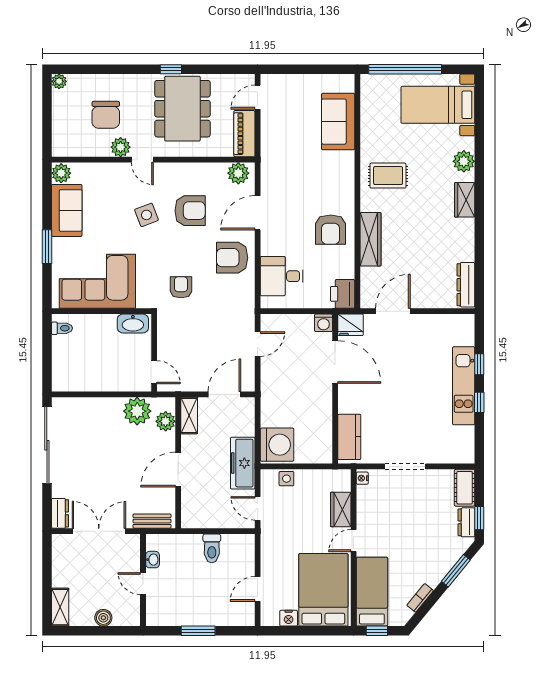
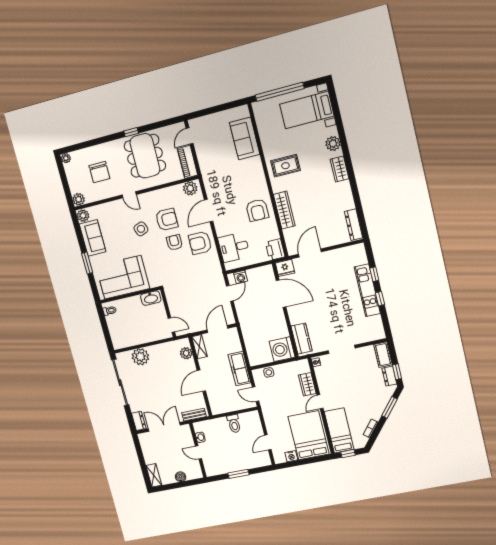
plant: (121, 147) -> (79, 199), moved
armchair: (181, 287) -> (174, 242), moved
washing machine: (324, 323) -> (241, 277), moved
plant: (137, 411) -> (140, 357), moved
washing machine: (277, 445) -> (282, 349), moved, turned 180

